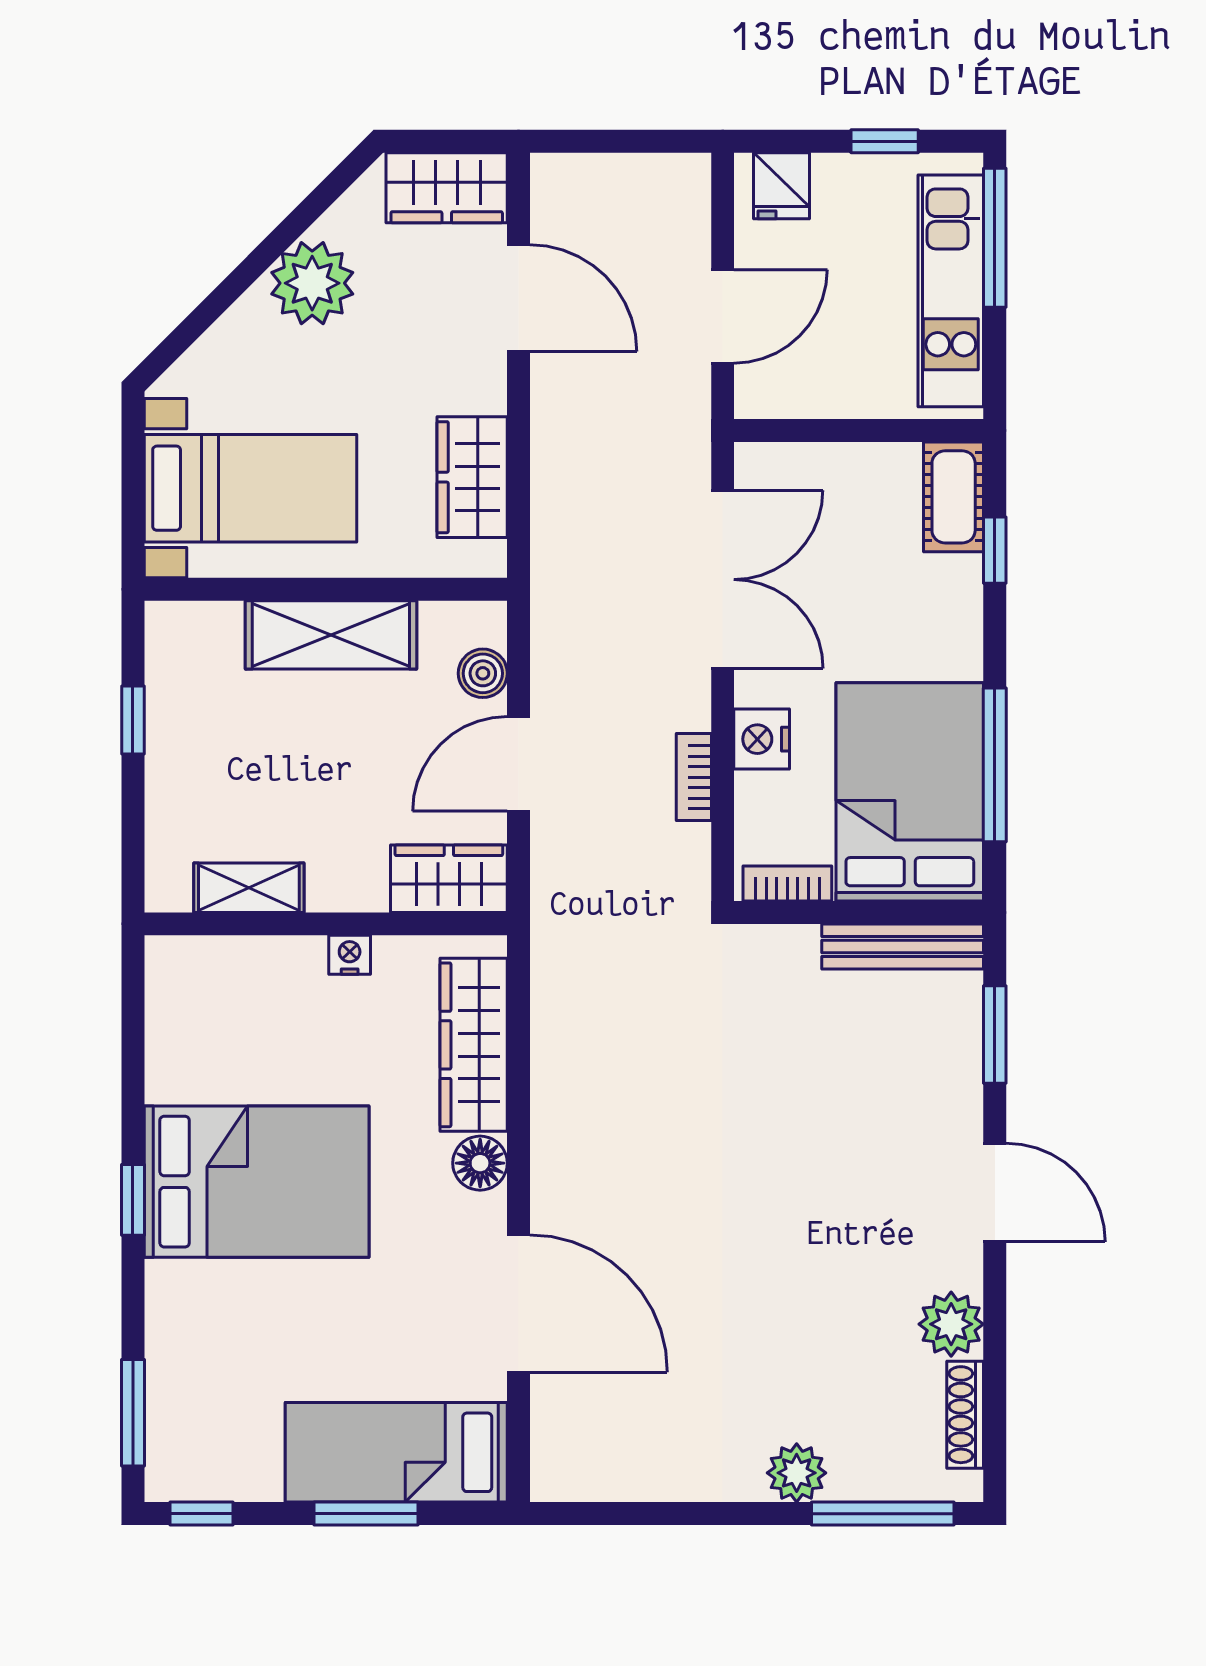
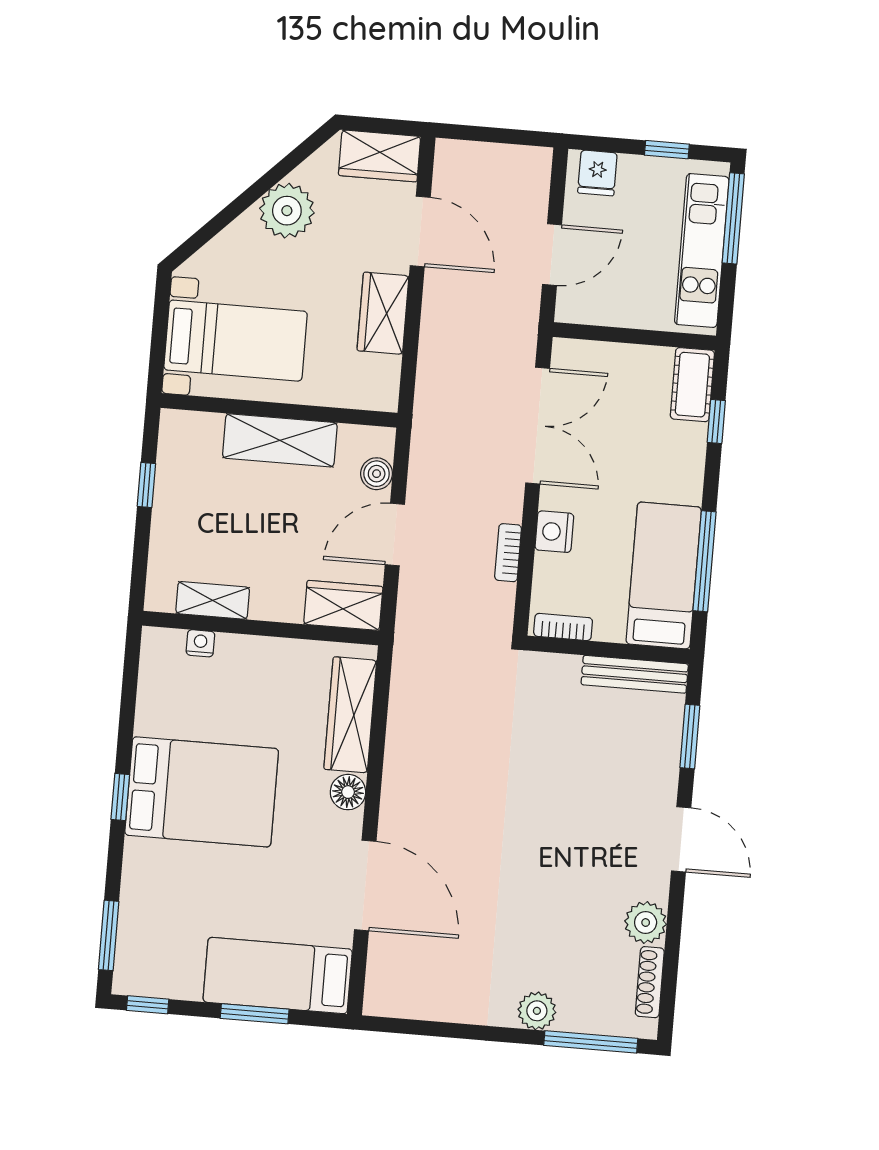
wardrobe: (472, 477) -> (383, 313), moved
bed: (910, 792) -> (664, 575), width x0.67
nightstand: (350, 955) -> (200, 643), moved

